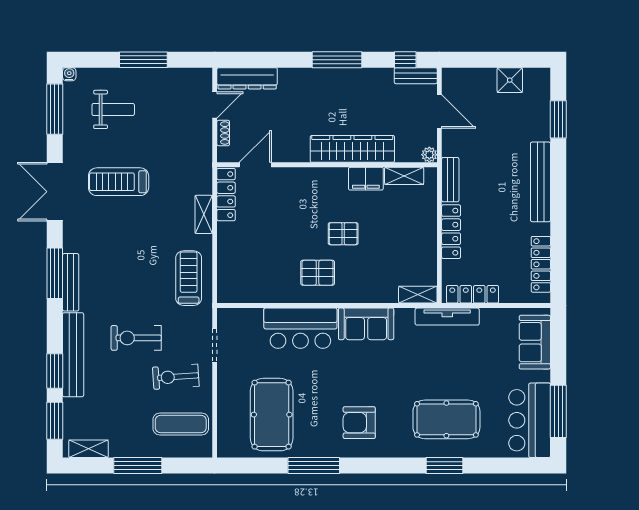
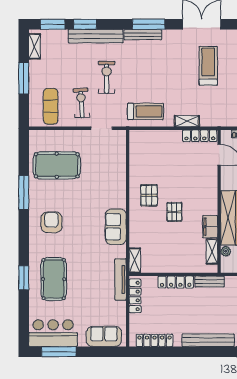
plant: (429, 155) -> (226, 251), moved
bar counter: (300, 328) -> (113, 184), removed

